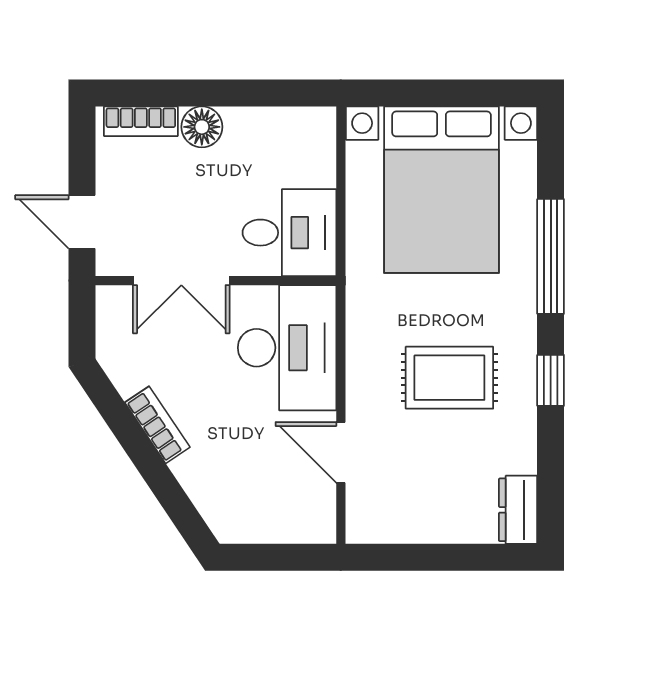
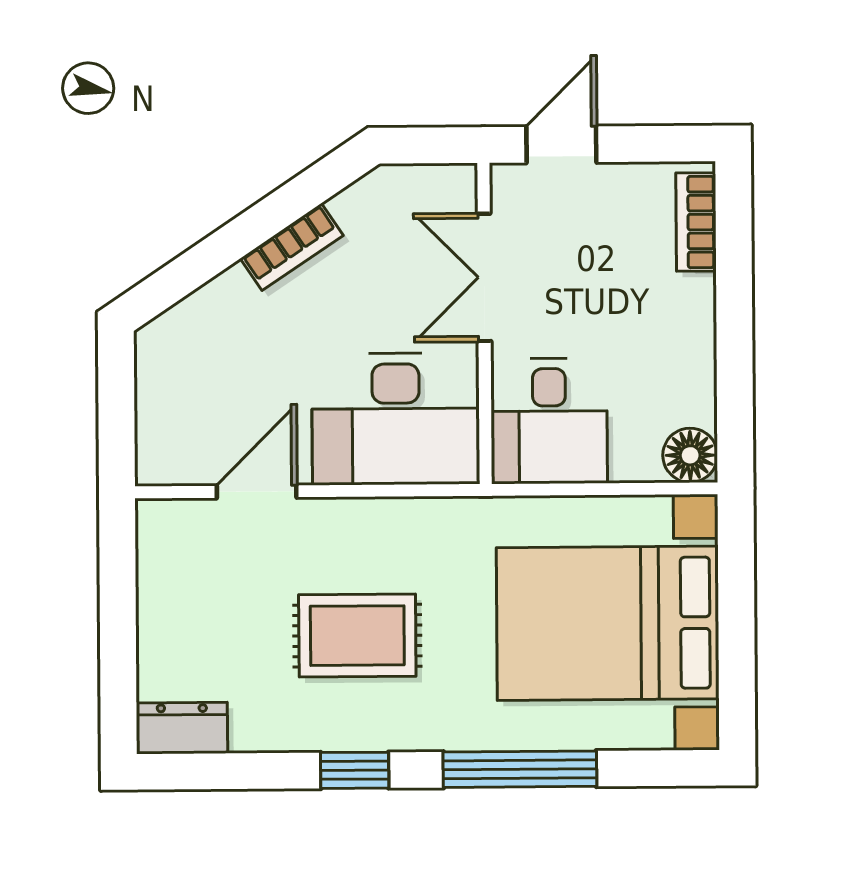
floor lamp: (202, 127) -> (690, 455), moved
rug: (449, 378) -> (357, 636), turned 90

